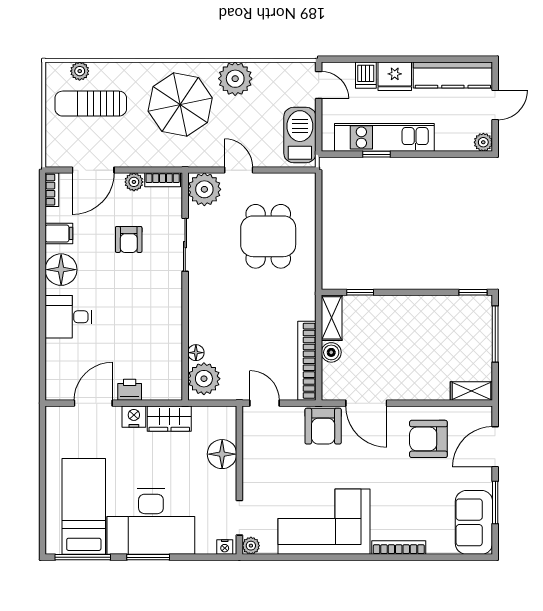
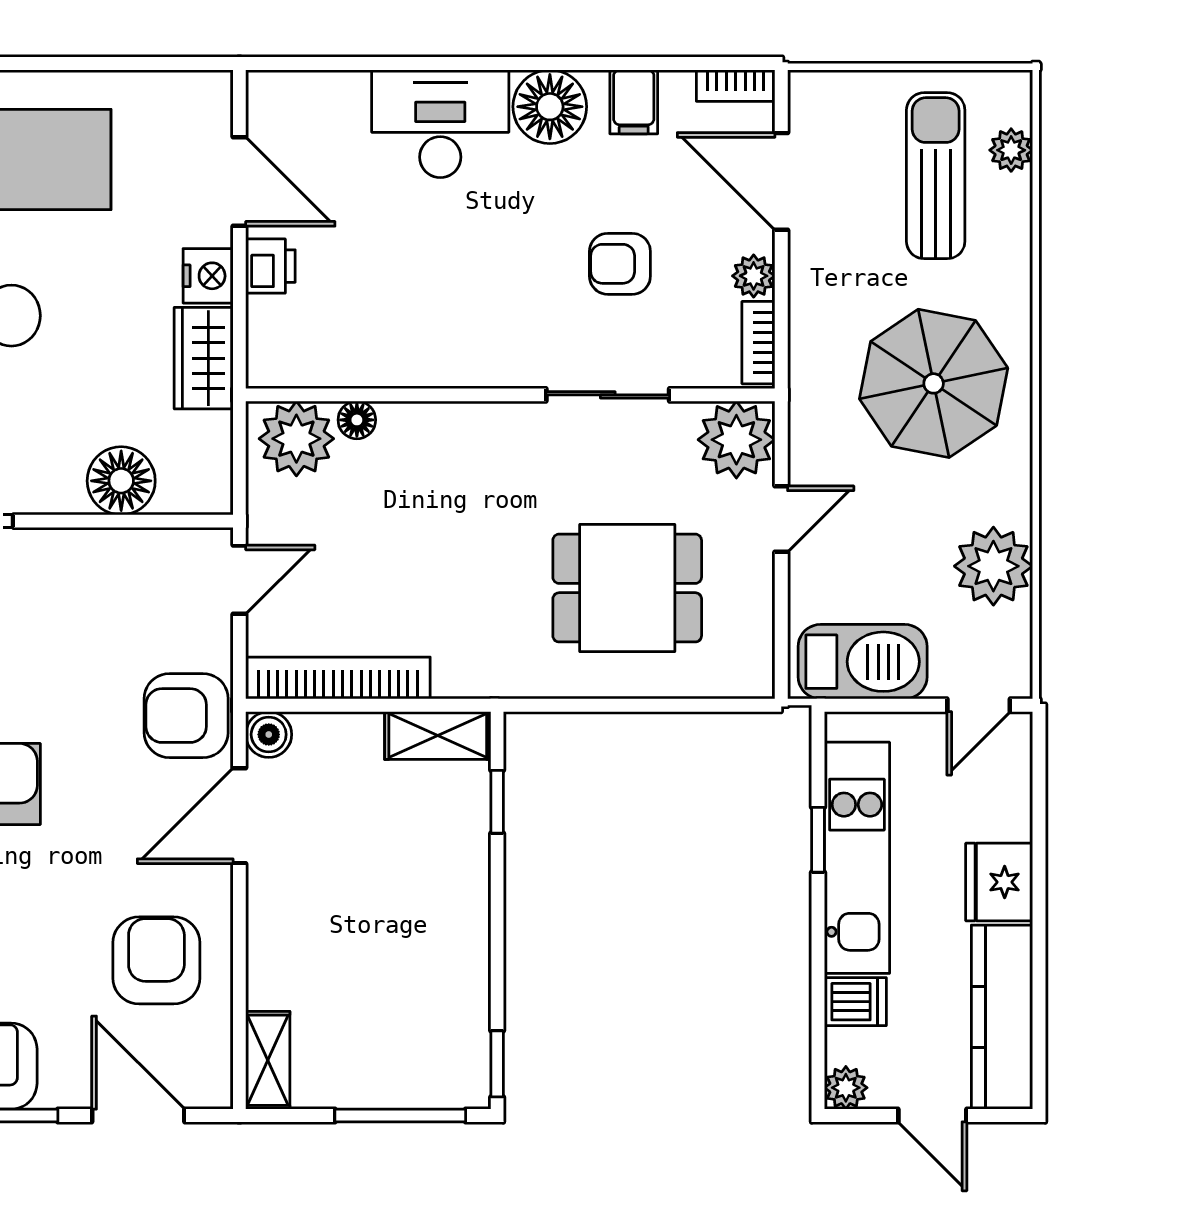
dishwasher: (366, 75) -> (855, 1002), moved, turned 180
plant: (235, 79) -> (993, 566), moved
desk: (68, 317) -> (440, 124), width x1.37
boiler: (331, 352) -> (269, 734), moved

